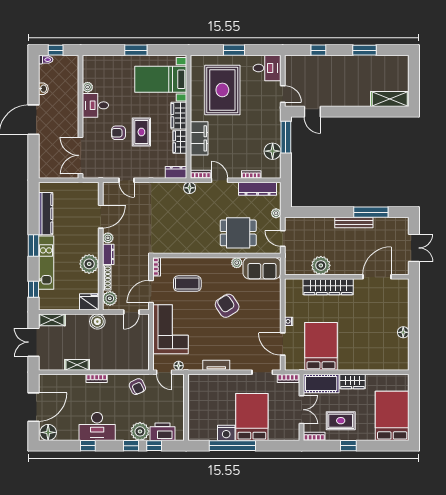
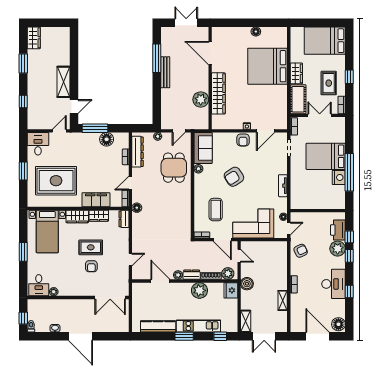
wardrobe: (396, 63) -> (34, 38), added
shelving: (390, 99) -> (64, 82), moved
desk: (95, 105) -> (39, 285), moved
armchair: (272, 317) -> (243, 140), added
bed: (321, 346) -> (267, 66), moved, width x1.36

